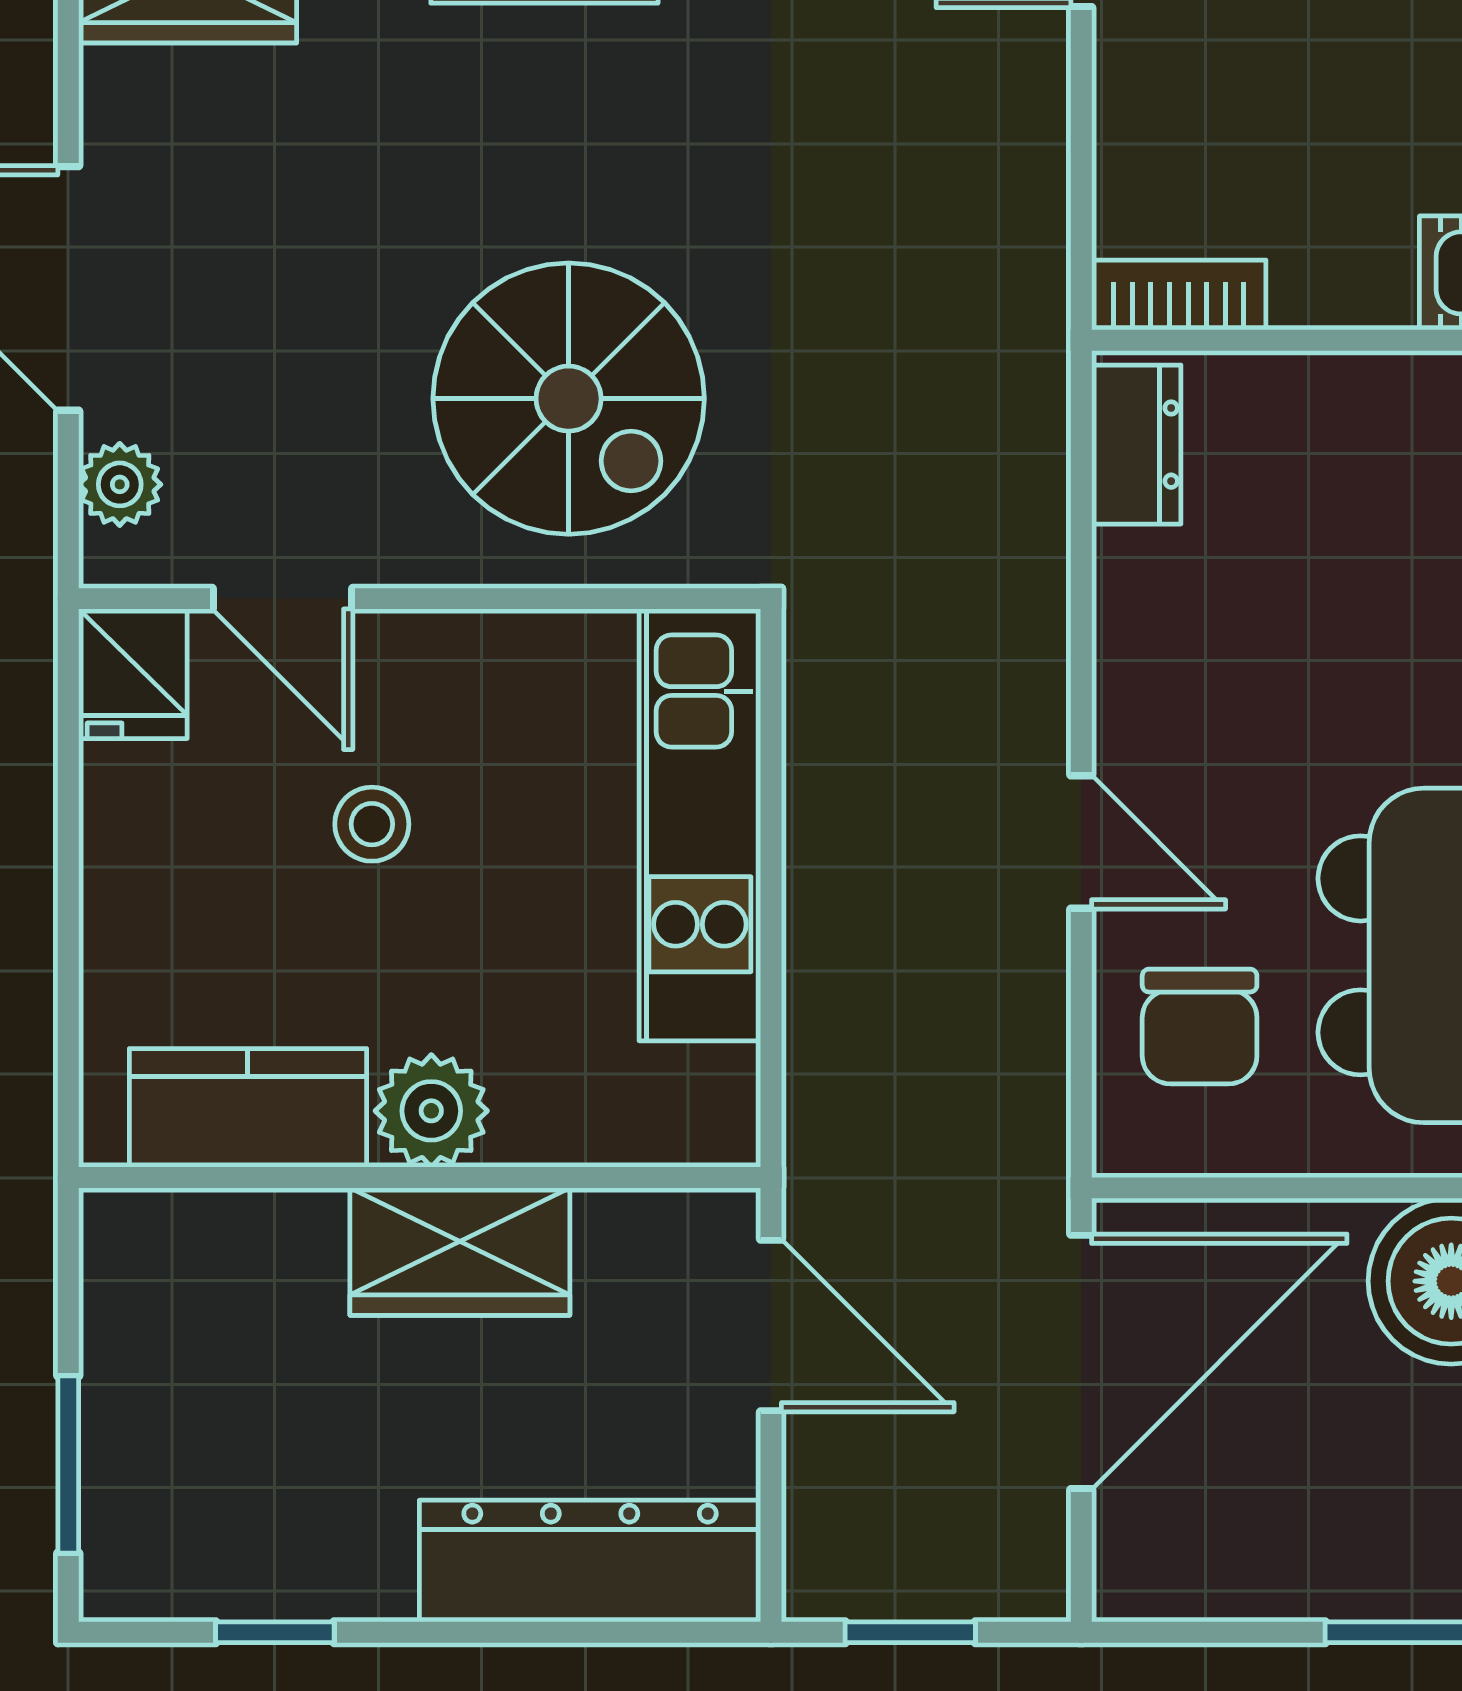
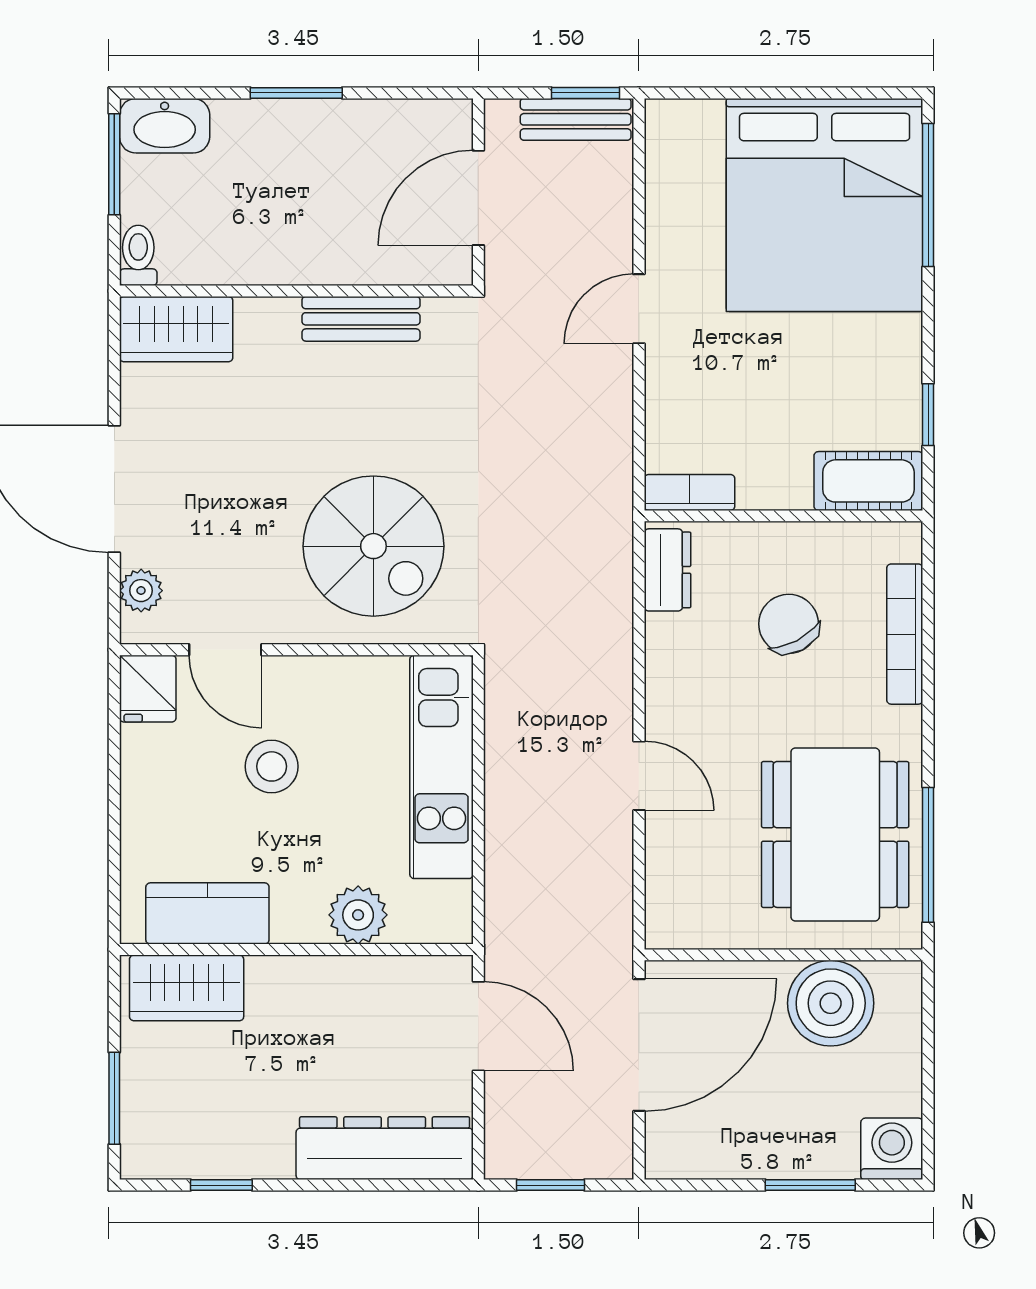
stool: (372, 824) -> (272, 766), width x1.37, depth x1.37
chair: (1200, 1026) -> (789, 624), moved, turned 152
plant: (431, 1111) -> (358, 915), moved
wardrobe: (460, 1252) -> (187, 988), moved

